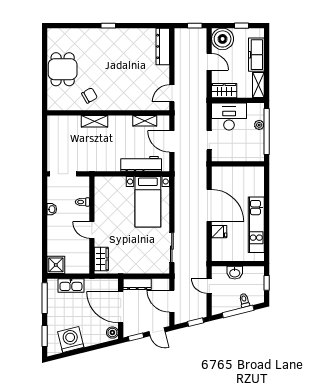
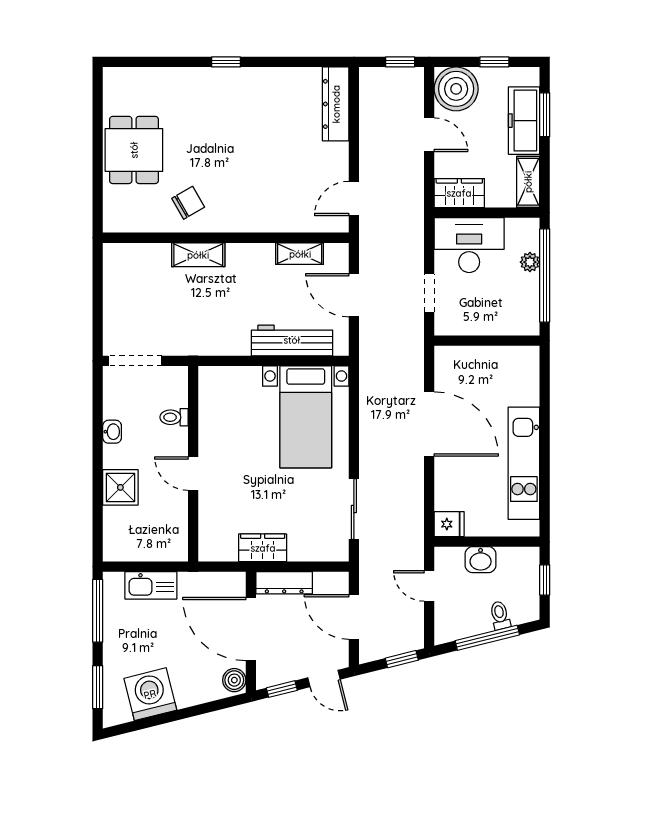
window: (267, 52) -> (545, 115), added
fridge: (219, 232) -> (449, 524), moved
wardrobe: (101, 259) -> (263, 548), moved, turned -90
shower: (56, 265) -> (120, 487), moved

